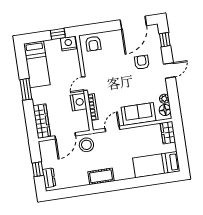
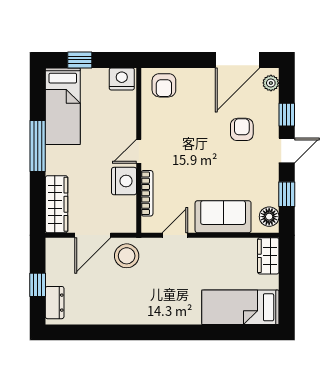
window: (58, 34) -> (80, 60), moved
window: (165, 40) -> (287, 115), moved
window: (26, 89) -> (38, 146), width x1.44
window: (173, 96) -> (287, 194), added
plant: (164, 99) -> (271, 83), moved
cot: (101, 176) -> (143, 313), removed

